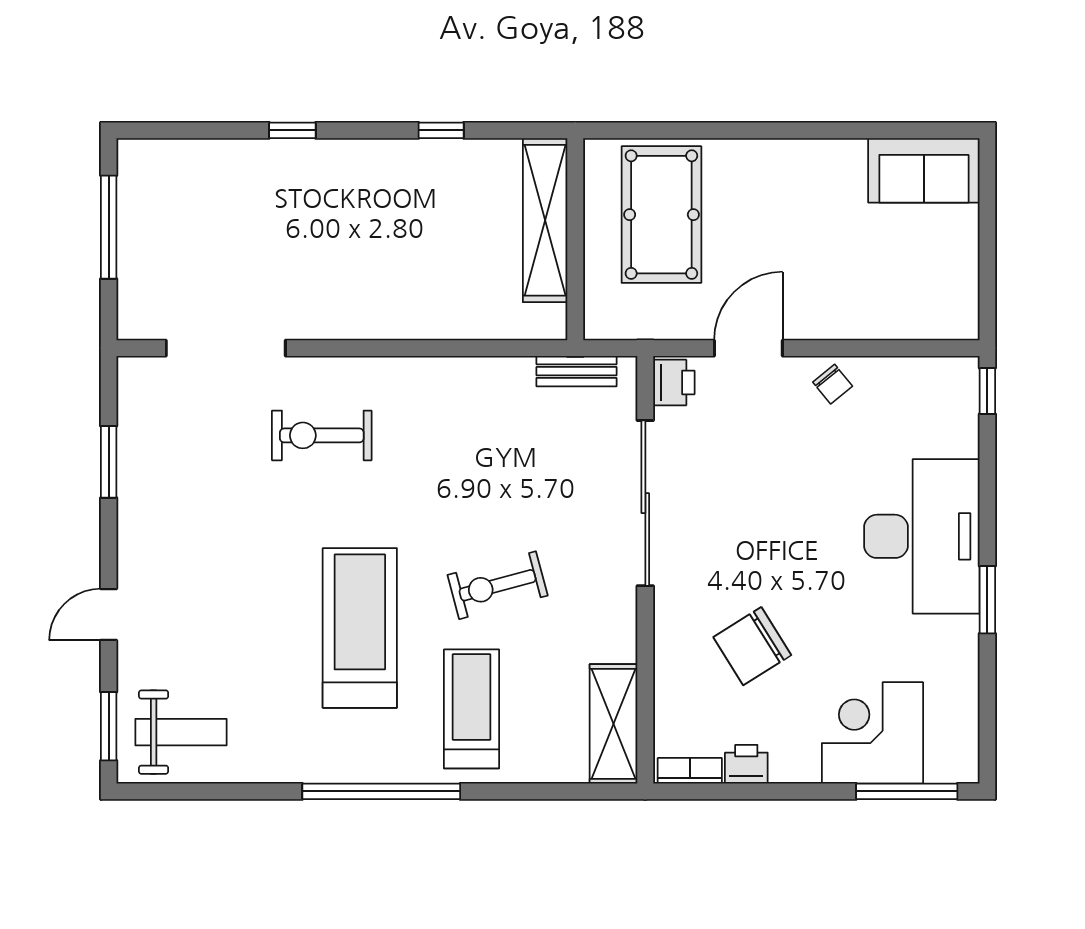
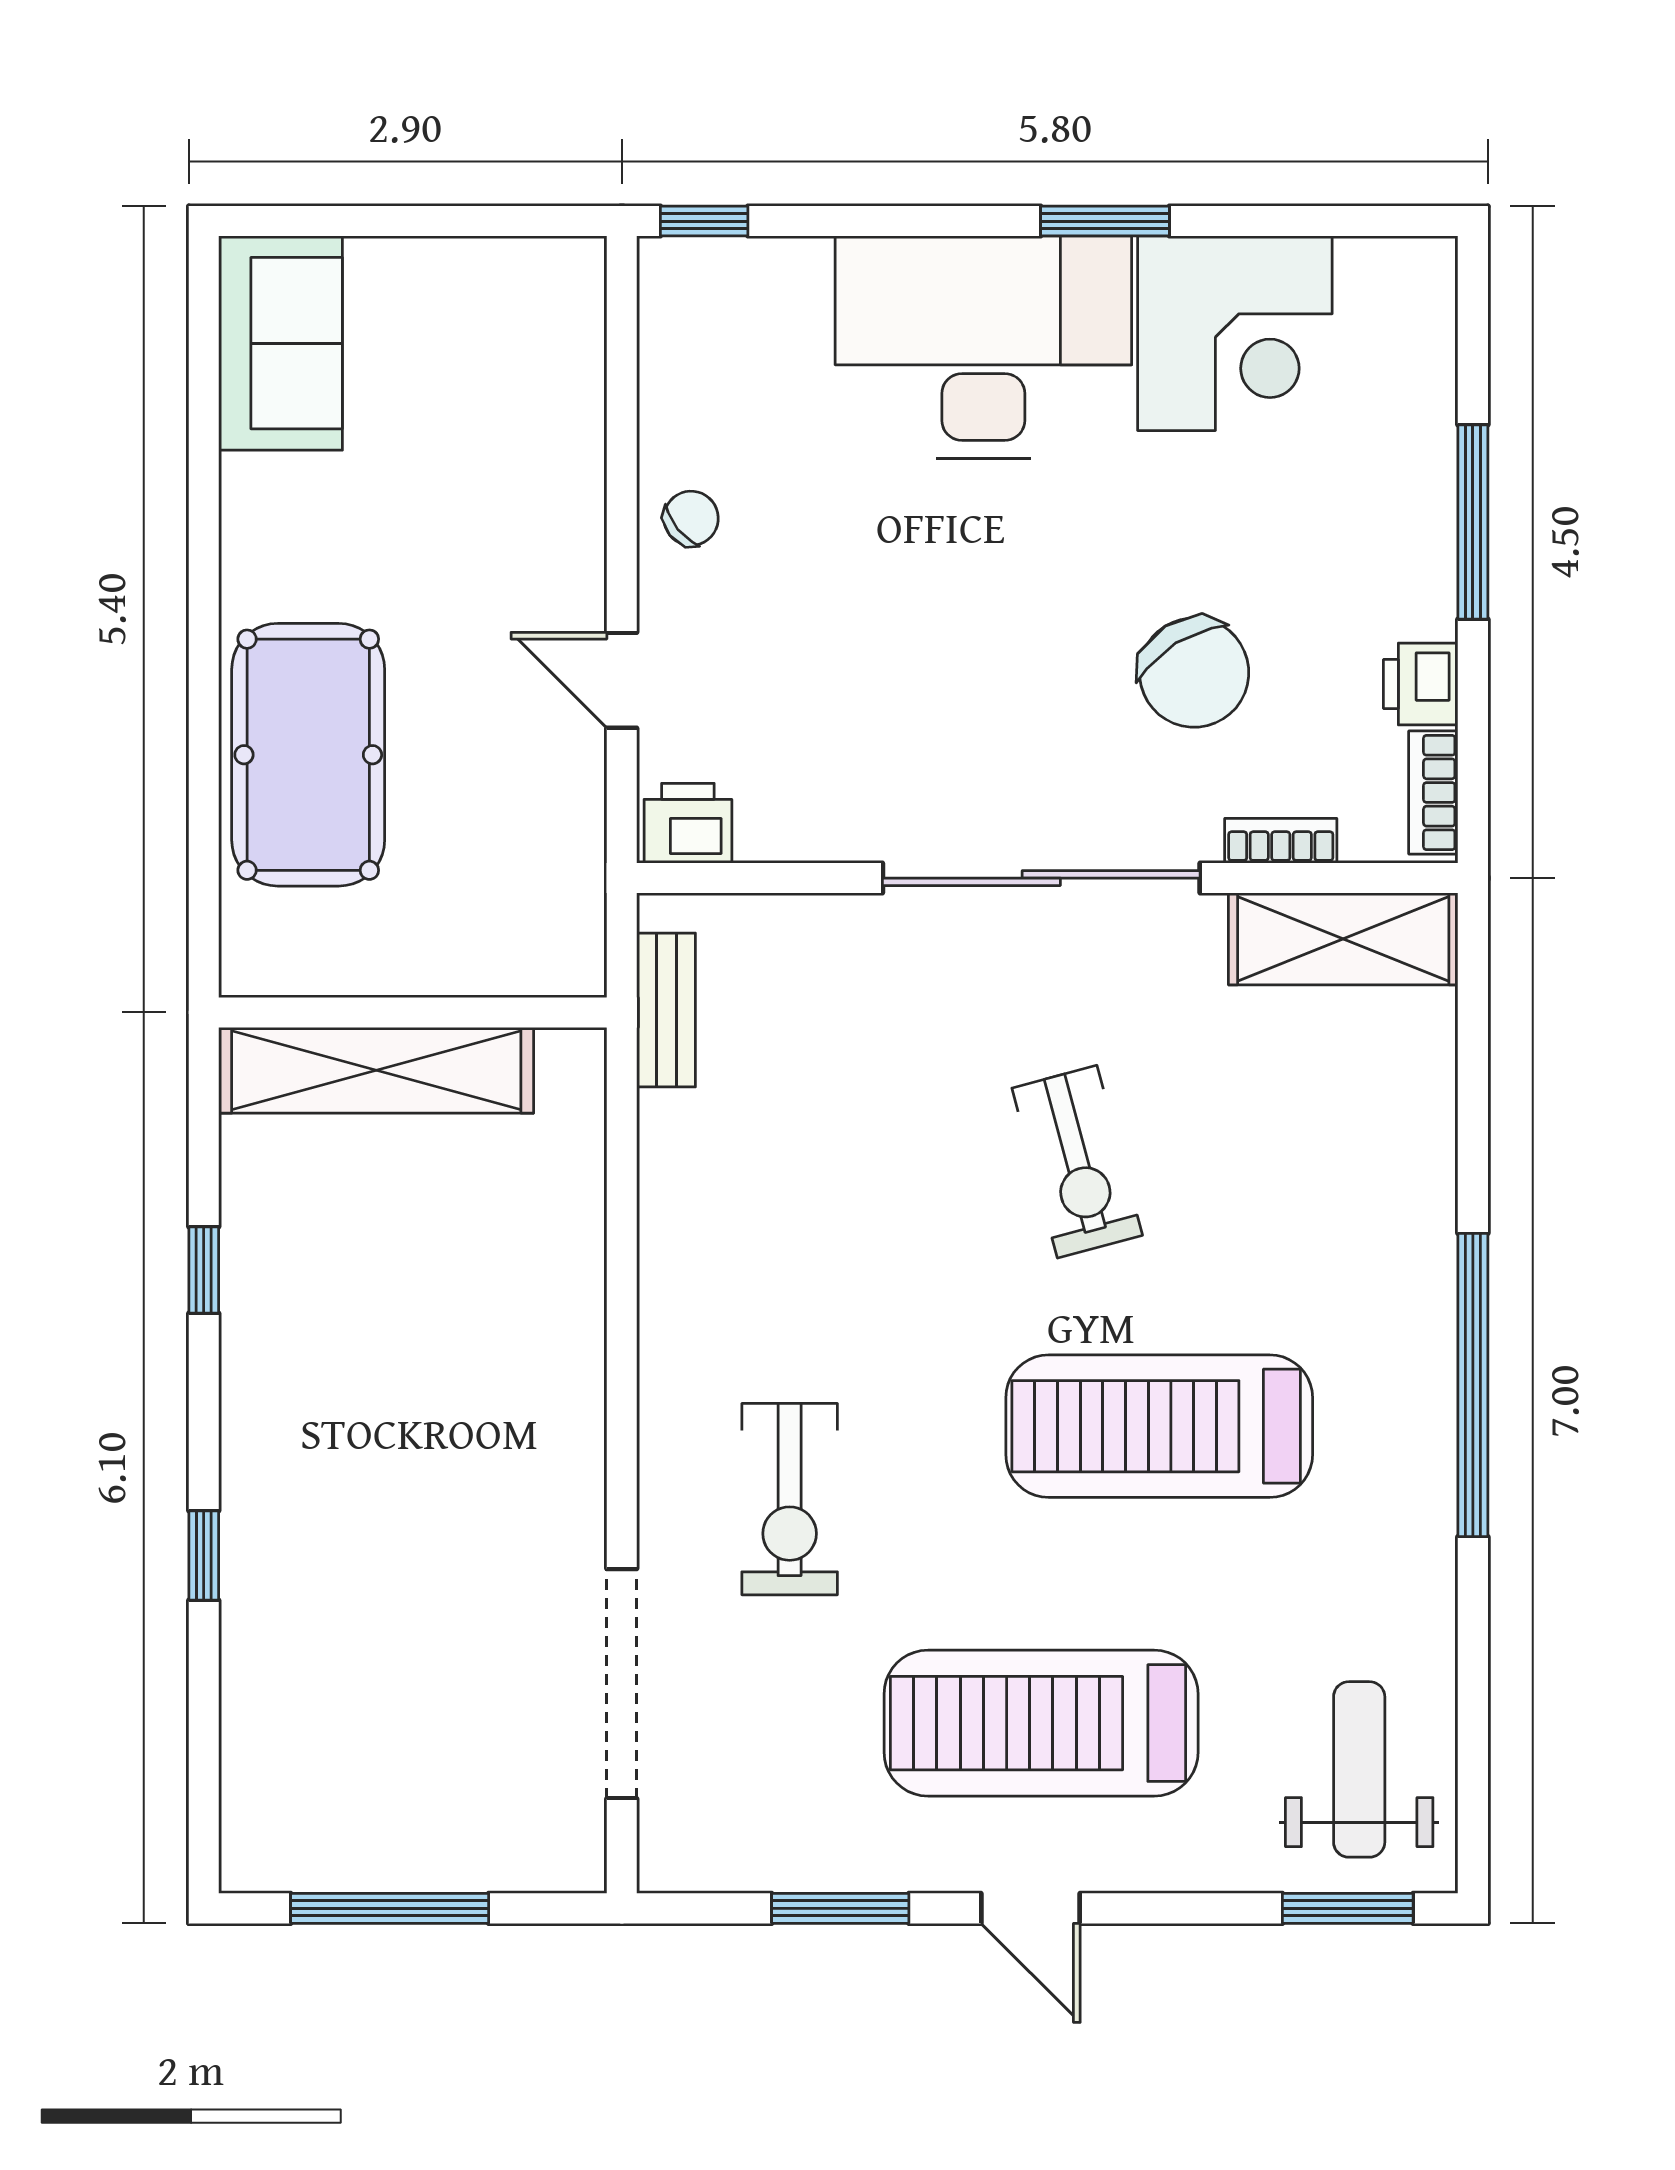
pool table: (661, 215) -> (308, 755), moved, turned 90
door: (748, 348) -> (622, 680), width x0.73
sliding door: (645, 503) -> (1041, 878), moved
door: (109, 614) -> (1031, 1908), moved
bookcase: (665, 691) -> (1281, 841), added
treadmill: (472, 709) -> (1041, 1723), moved, width x1.37, depth x1.38
corner desk: (872, 733) -> (1235, 333), moved, turned -90
window: (907, 791) -> (1473, 522), moved

